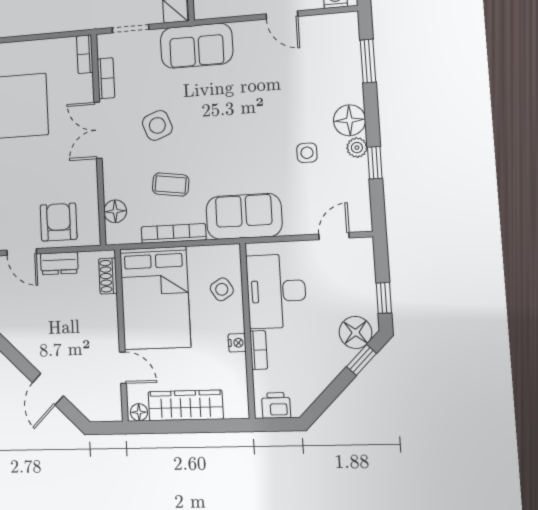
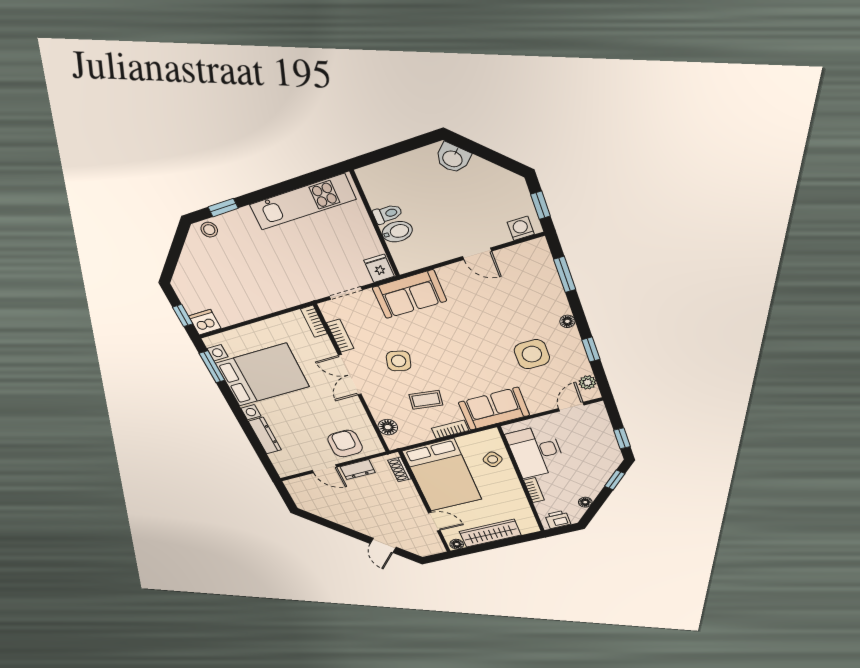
floor lamp: (350, 120) -> (567, 321), width x0.53, depth x0.53
side table: (157, 125) -> (399, 361), turned 36
plant: (357, 148) -> (588, 382), moved
side table: (307, 153) -> (532, 354), width x1.87, depth x1.87
bookcase: (174, 233) -> (450, 429), width x0.64
floor lamp: (355, 332) -> (585, 502), moved, width x0.53, depth x0.53
nightstand: (237, 343) -> (516, 489), removed

